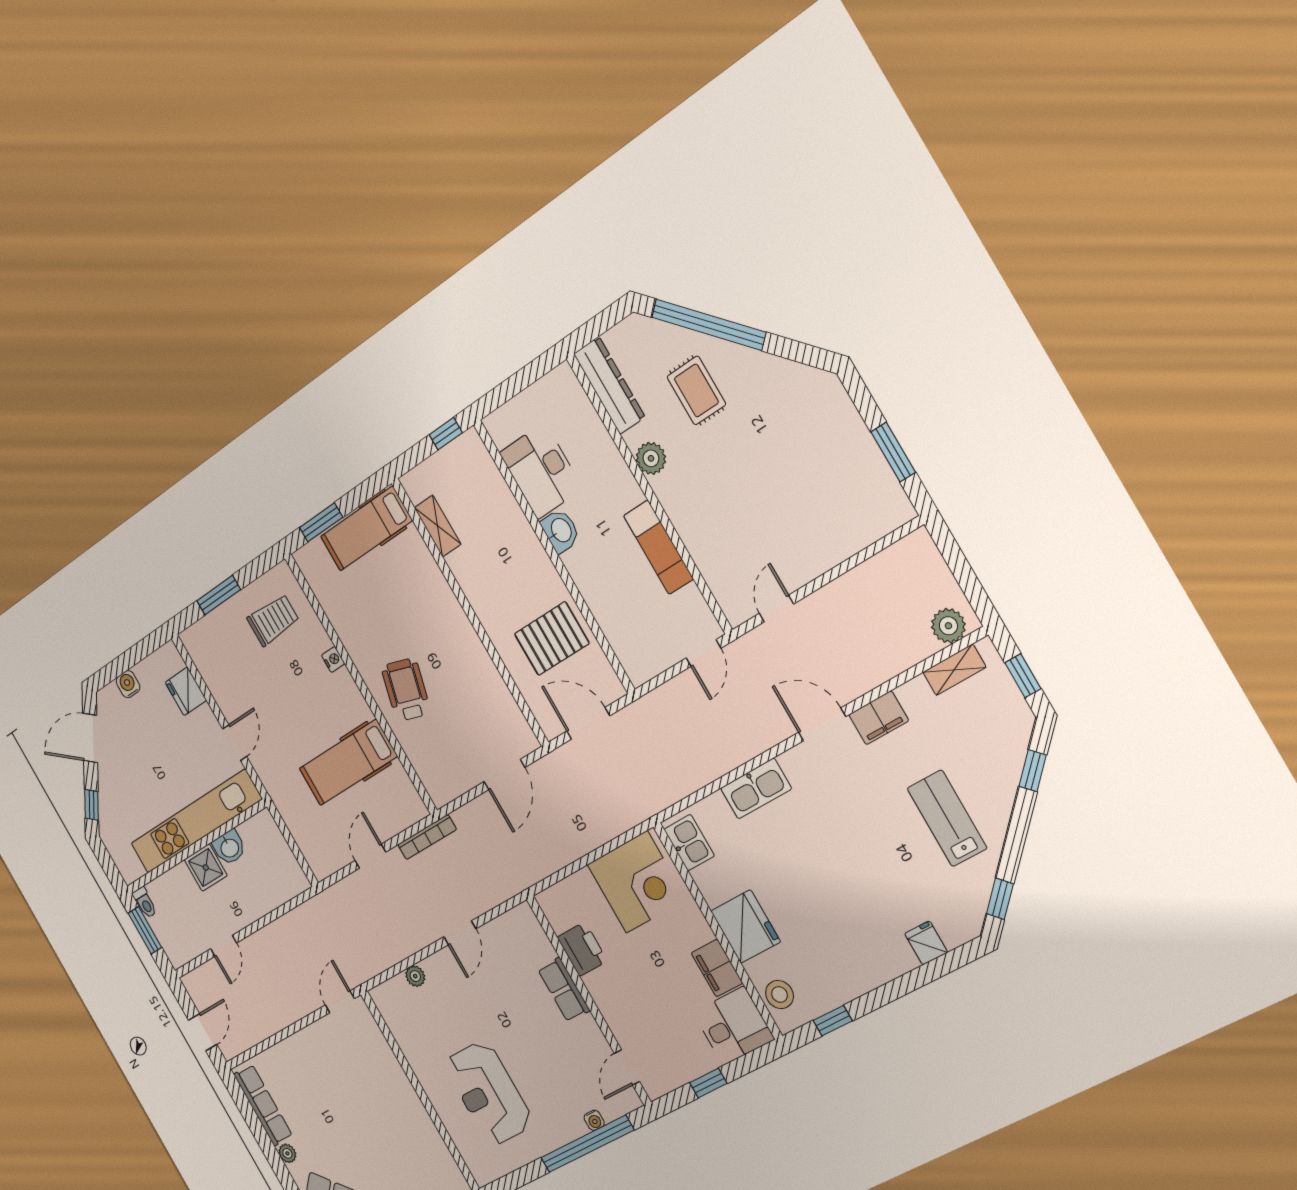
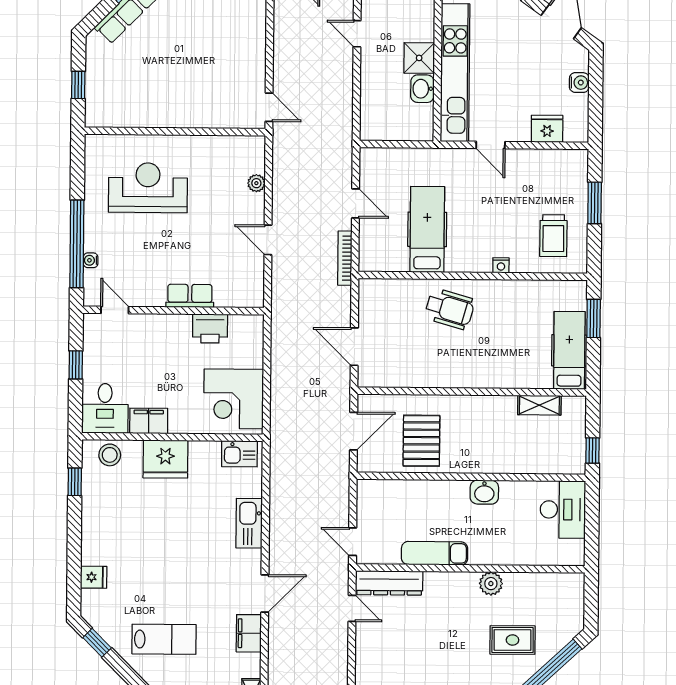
dresser: (609, 385) -> (389, 583), moved
desk: (541, 471) -> (563, 510), moved, turned 90

